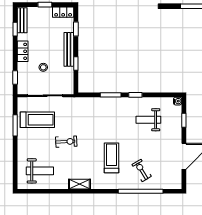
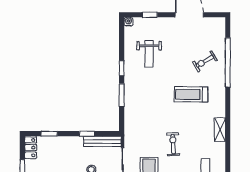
bench: (69, 49) -> (102, 141), moved

